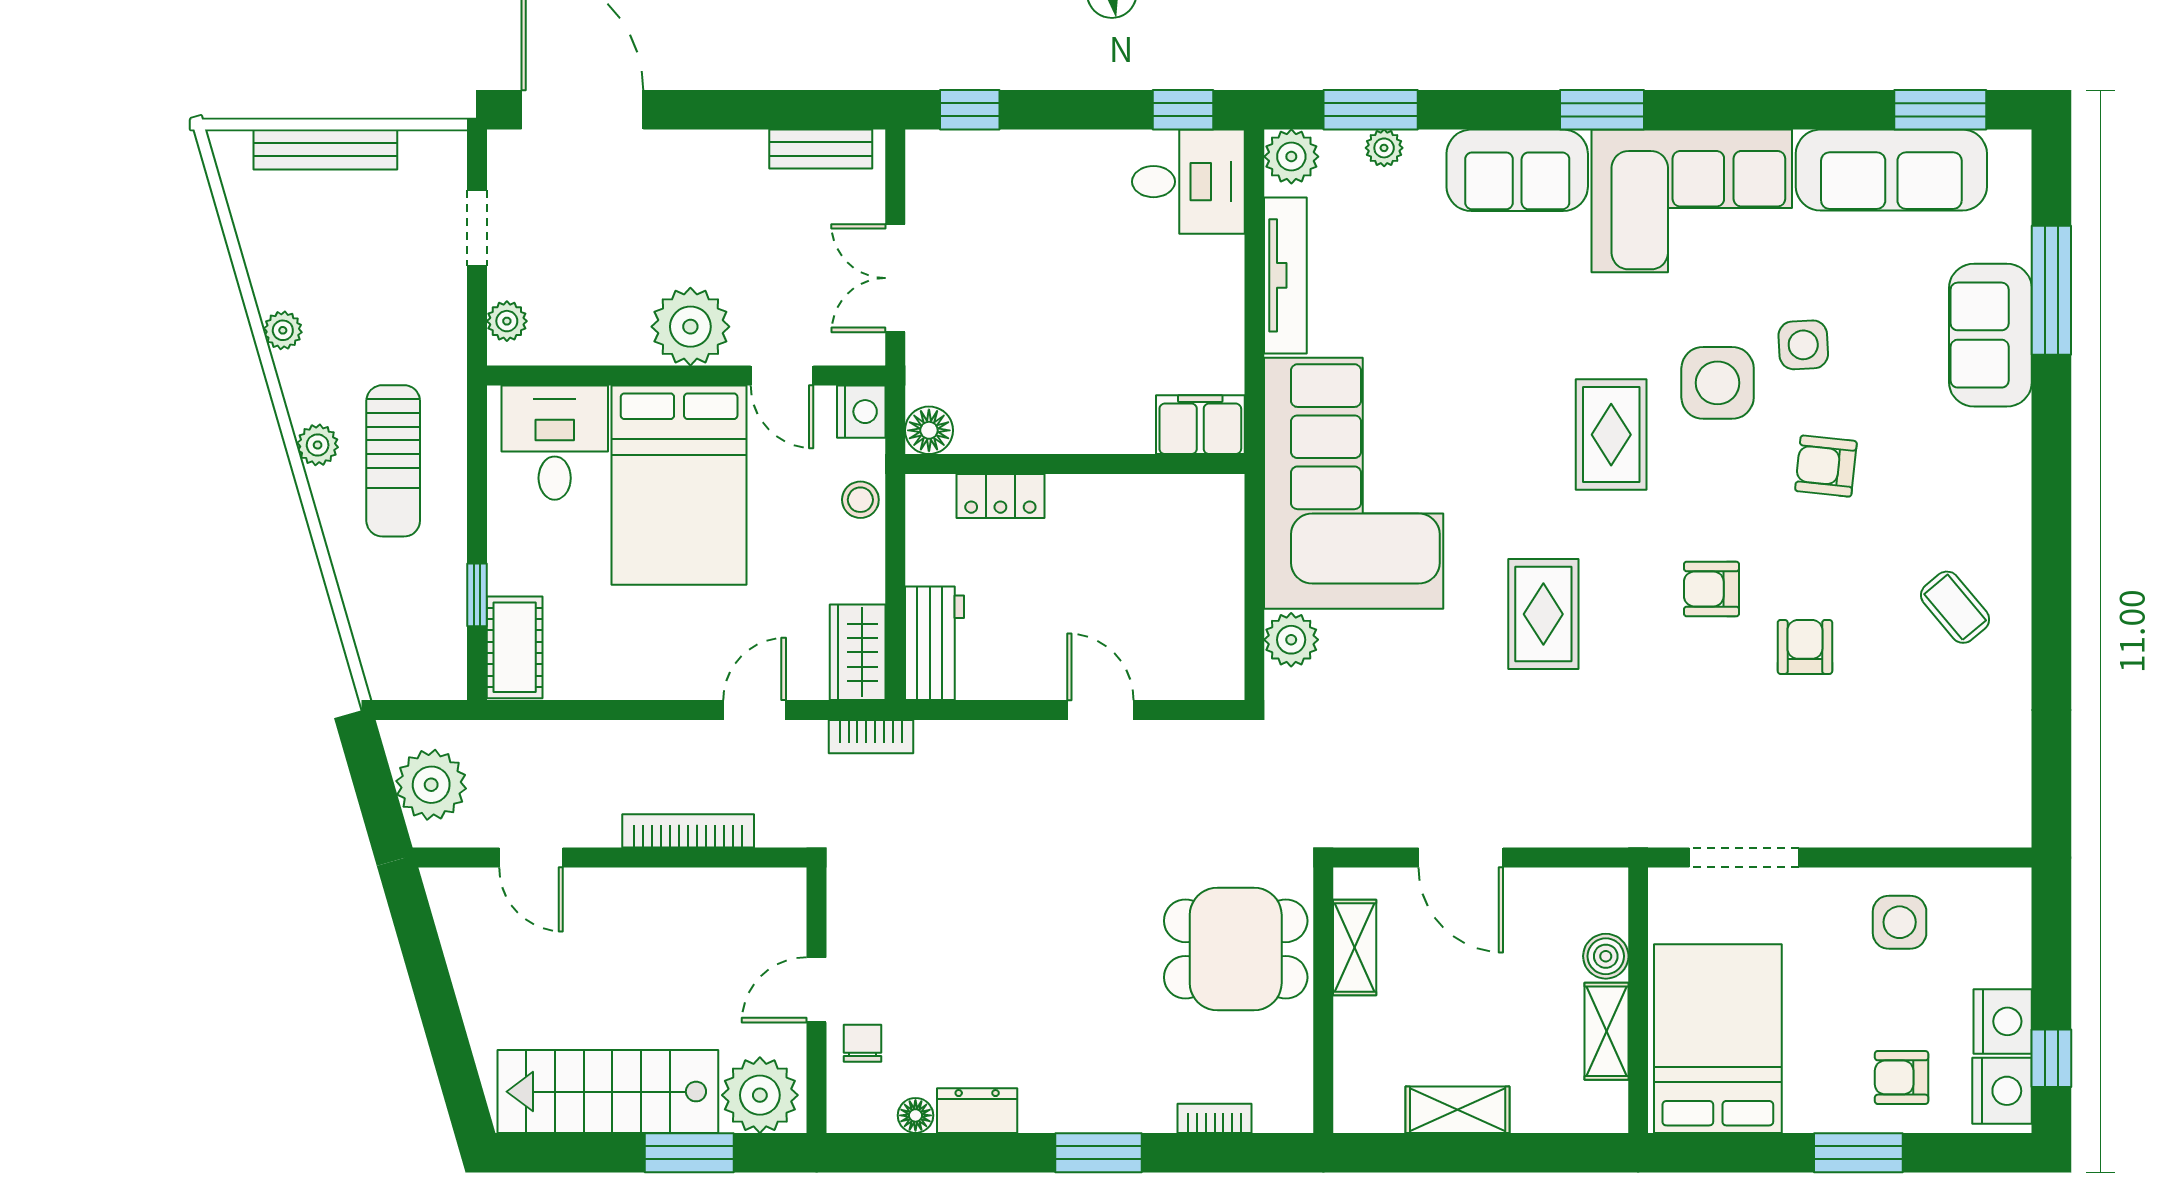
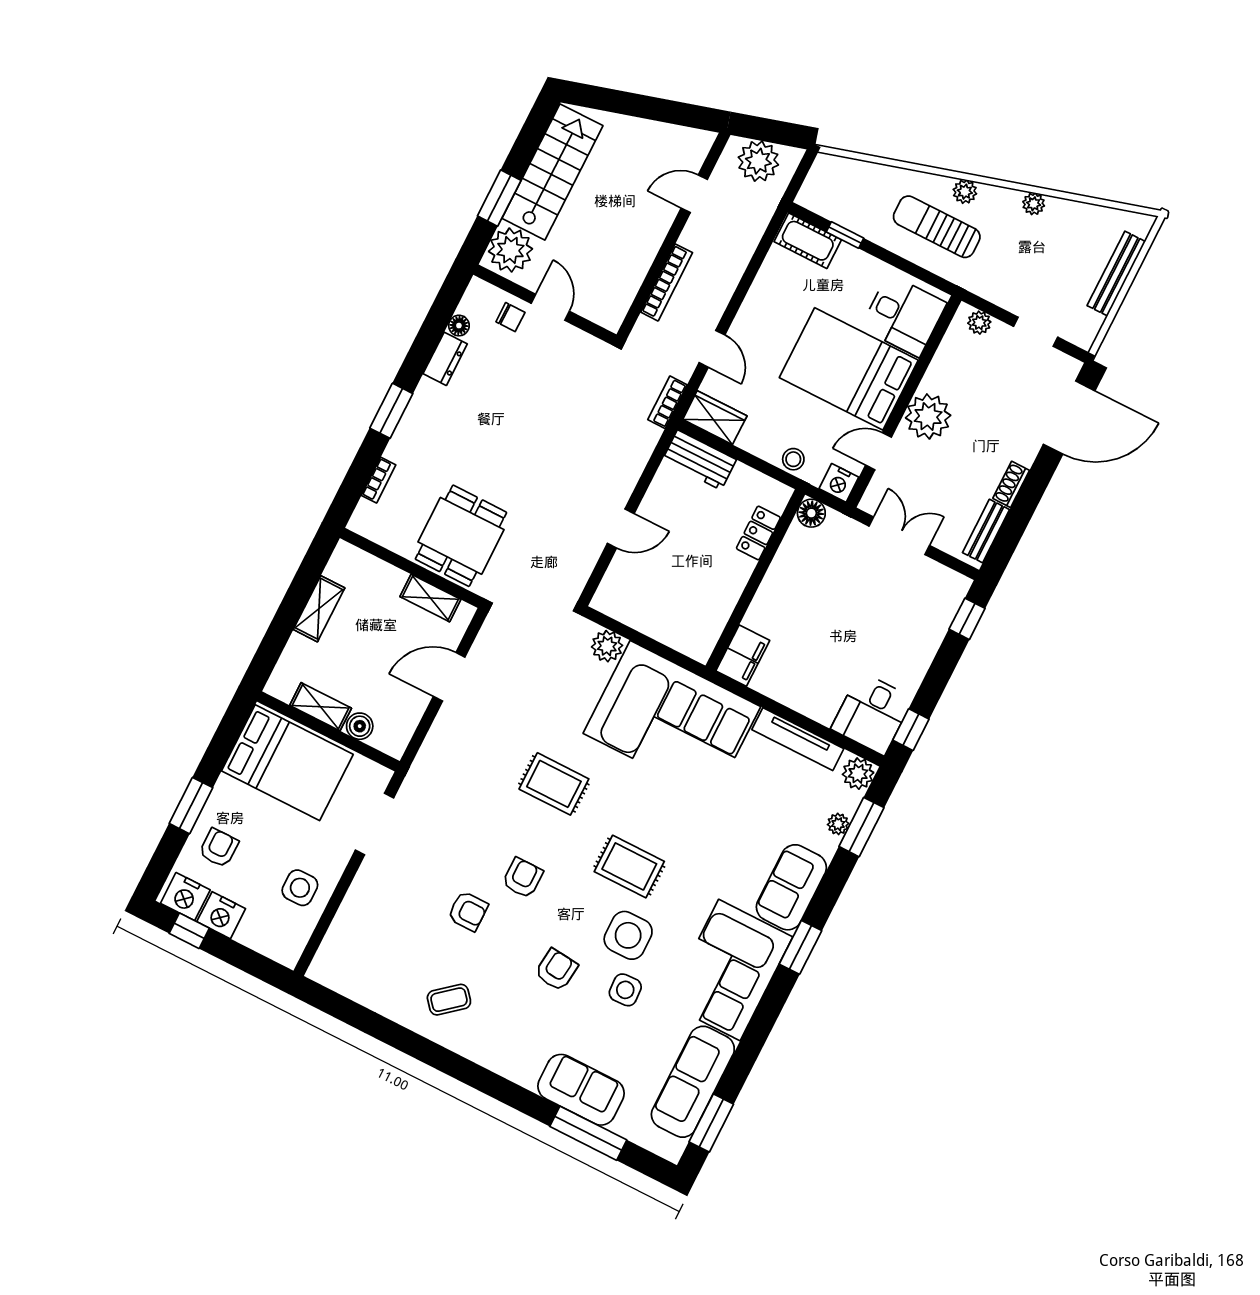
shoe rack: (730, 147) -> (1011, 484), added

